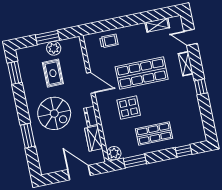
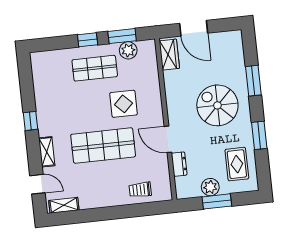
shelving: (157, 25) -> (64, 205), moved
window: (15, 73) -> (259, 135), moved
rug: (53, 73) -> (237, 164), moved
dresser: (91, 116) -> (179, 164), moved
wardrobe: (94, 138) -> (169, 55), moved
window: (184, 151) -> (88, 40), moved
plant: (114, 153) -> (128, 50), moved

